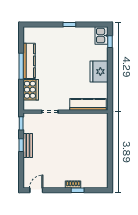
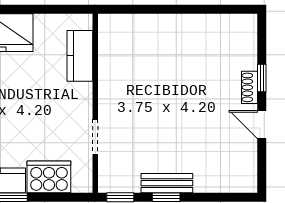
kitchen counter: (88, 104) -> (80, 56), width x0.67
door: (36, 190) -> (262, 125), moved

